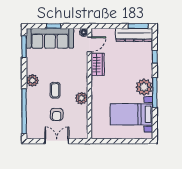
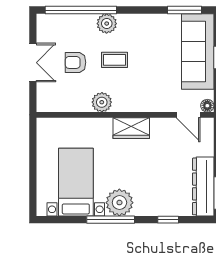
wardrobe: (98, 64) -> (131, 128), moved
plant: (32, 80) -> (107, 24), moved

